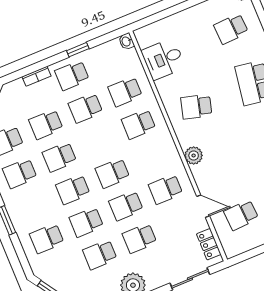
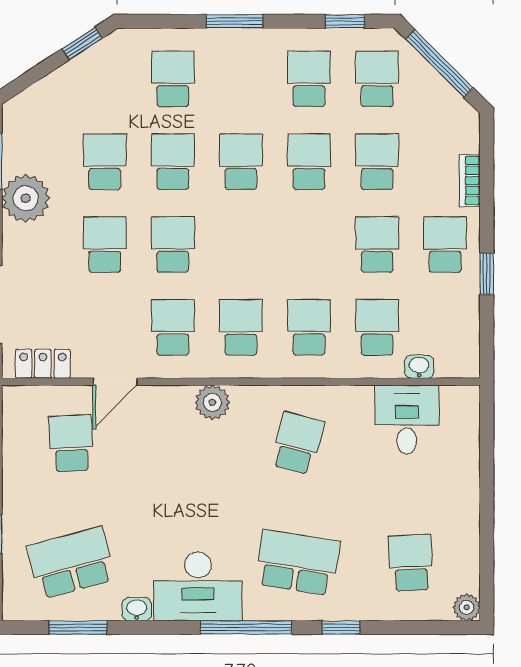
washbasin: (126, 41) -> (419, 367), moved
school desk: (112, 173) -> (241, 327), moved

